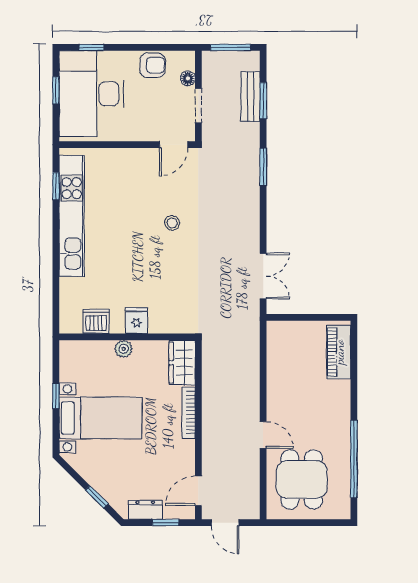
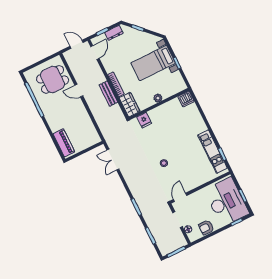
bench: (250, 96) -> (108, 94), moved
kitchen unit: (72, 216) -> (212, 152), width x0.73
dishwasher: (96, 321) -> (186, 99), moved
fridge: (137, 321) -> (144, 120), moved
dining table: (302, 479) -> (53, 80), turned 90

